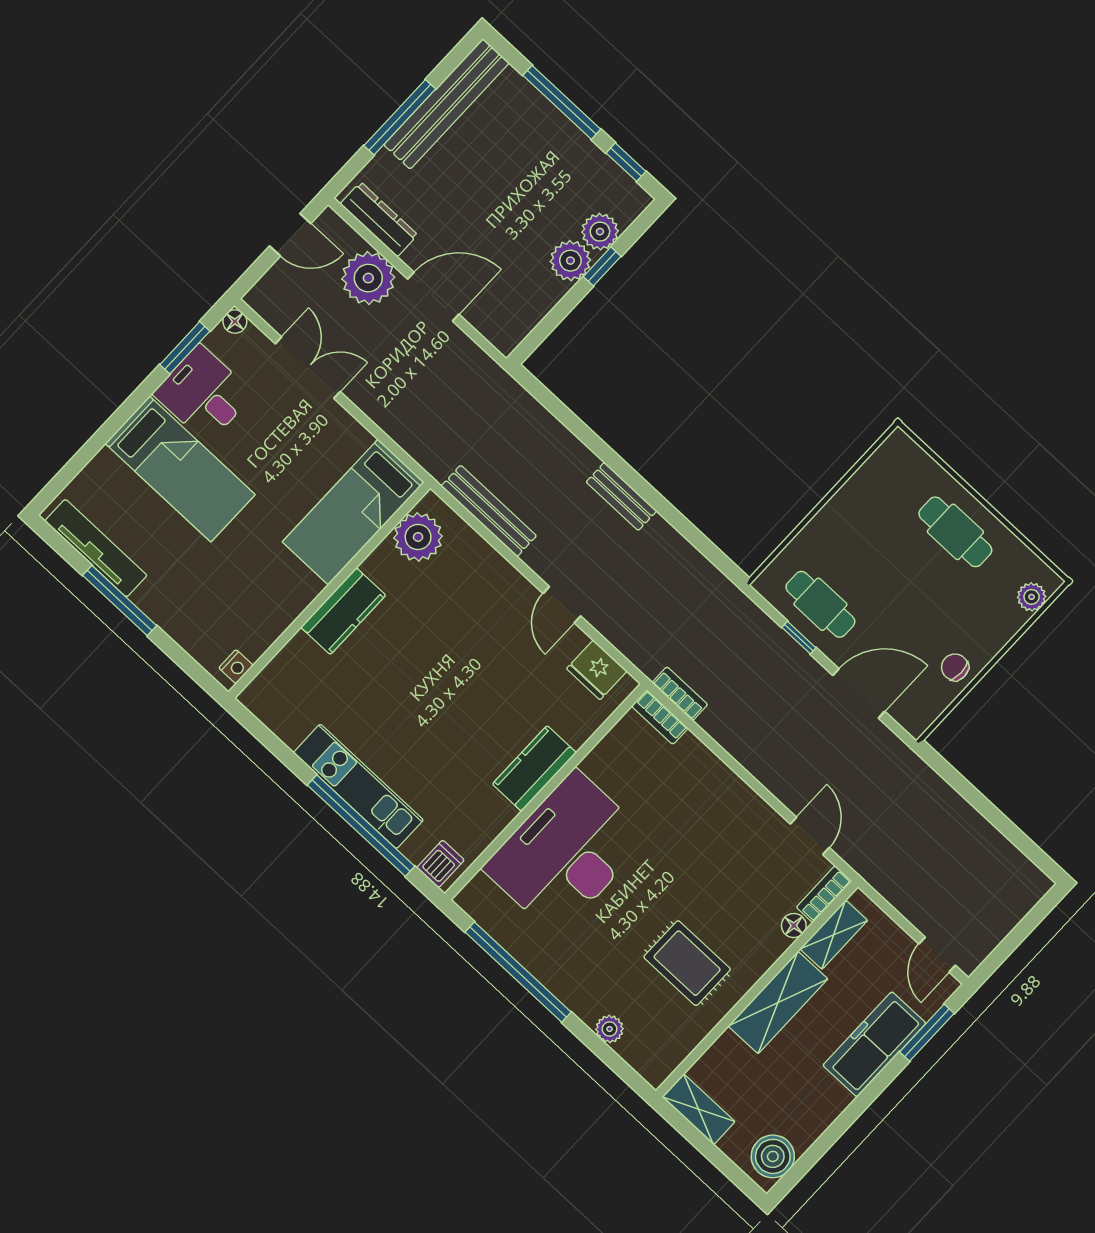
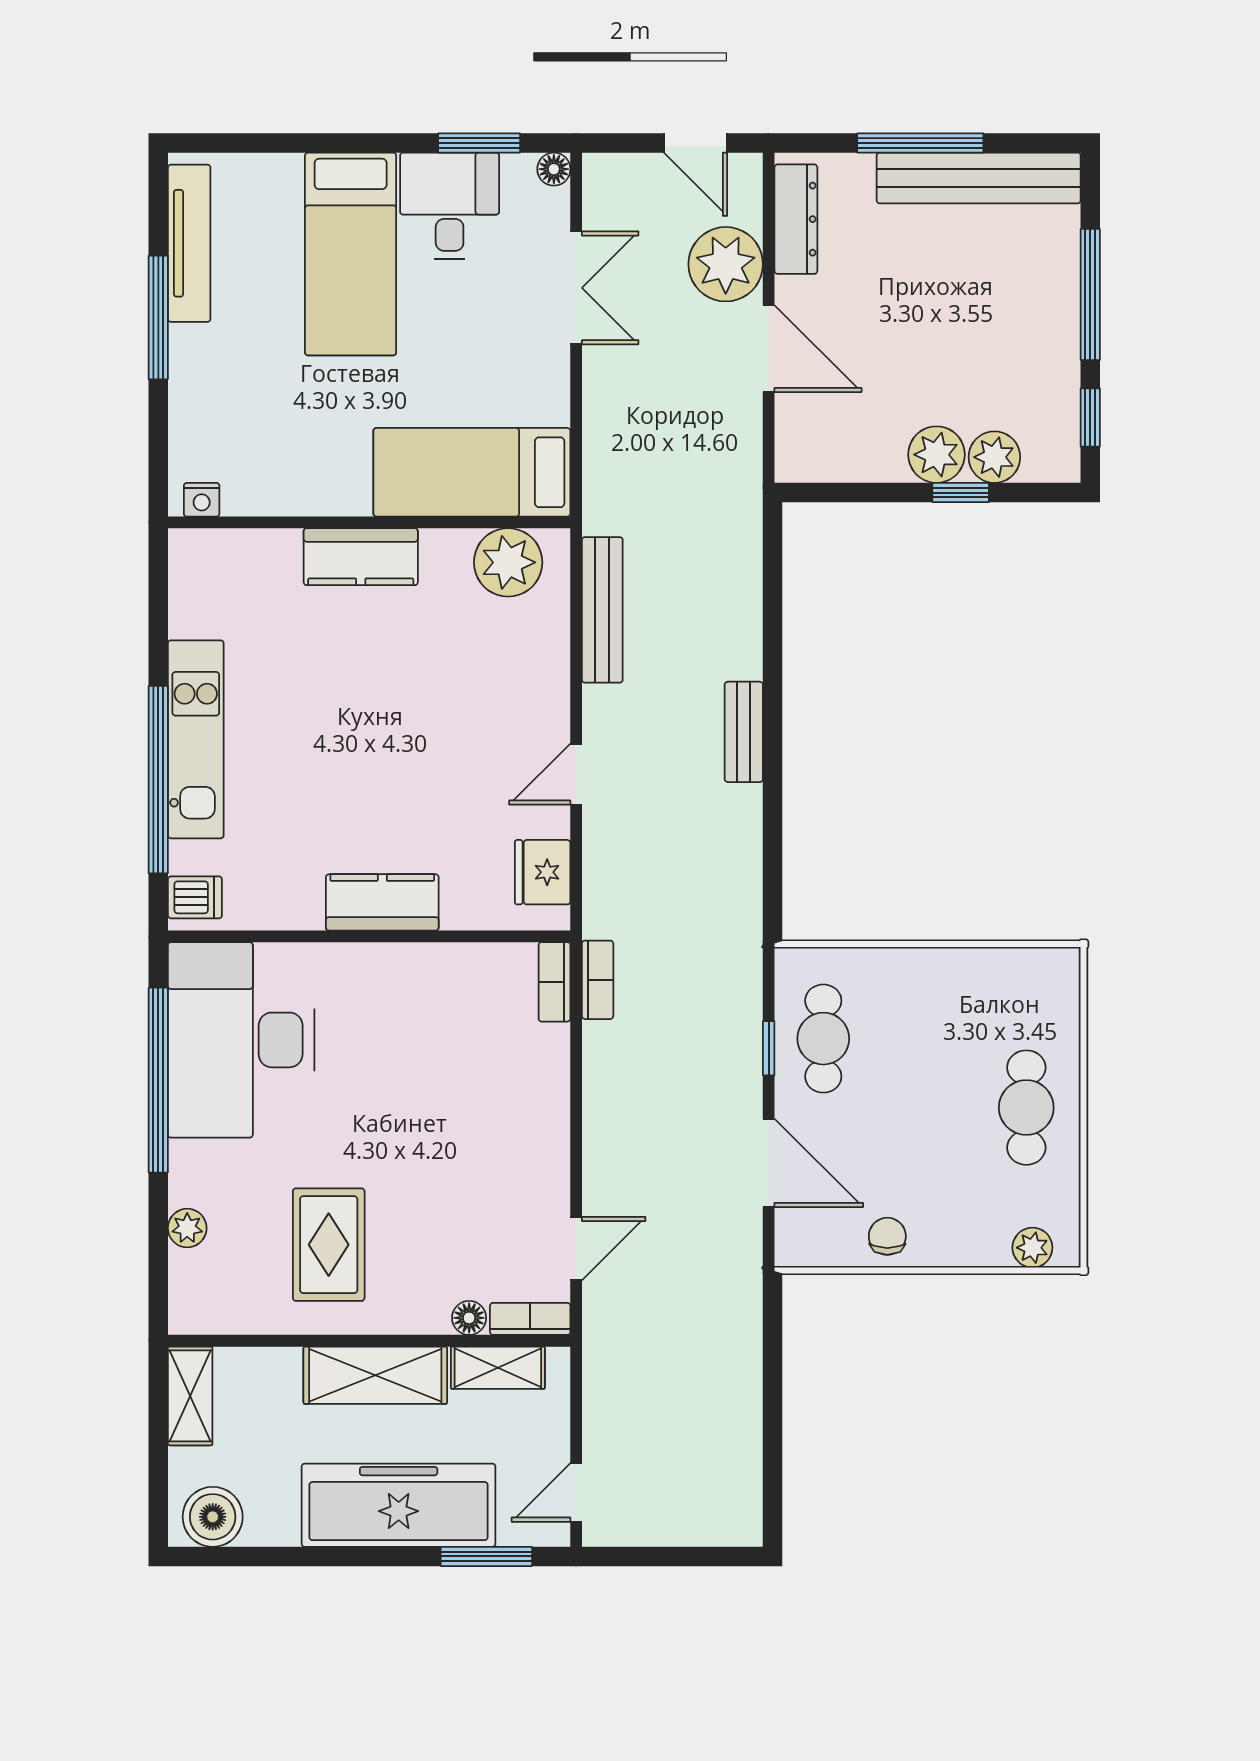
desk: (566, 853) -> (241, 1040), moved, turned -90
freezer: (874, 1044) -> (399, 1505), width x1.36, depth x1.26

